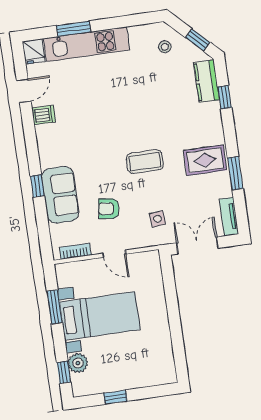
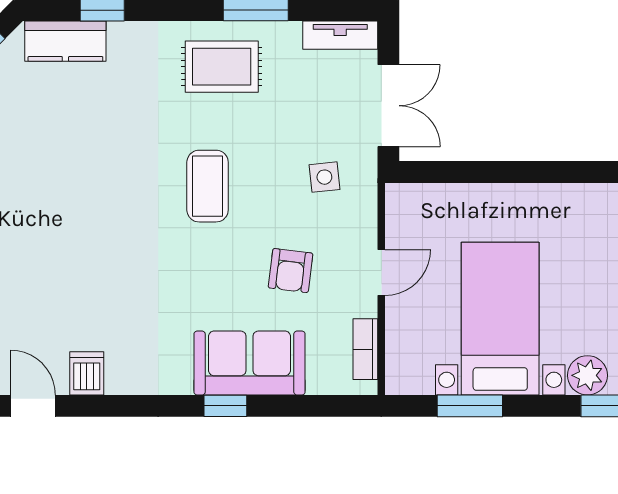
rug: (205, 160) -> (222, 67), turned 90
double door: (197, 246) -> (388, 106), swing flipped

